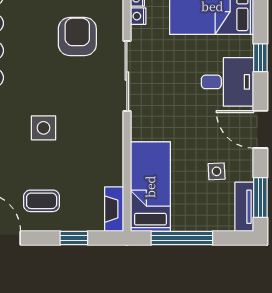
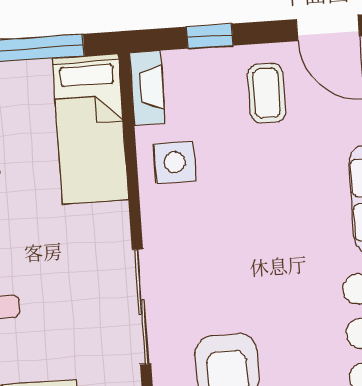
side table: (43, 128) -> (175, 162), moved
coffee table: (42, 201) -> (267, 93), turned 90

